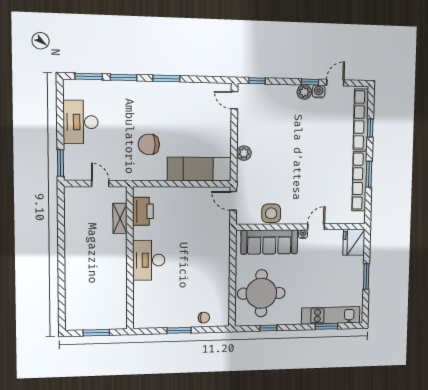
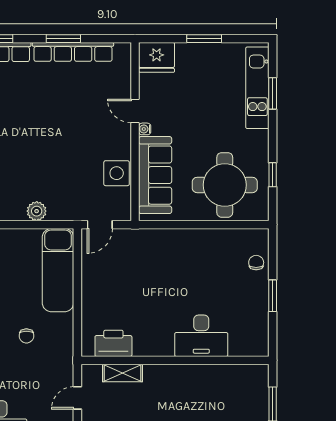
chair: (149, 144) -> (26, 336), width x0.54, depth x0.54
desk: (149, 260) -> (201, 336), moved

